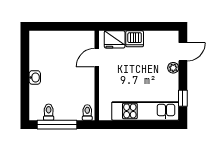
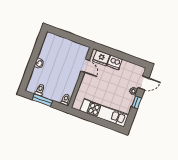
door: (97, 58) -> (85, 66), swing flipped
window: (183, 98) -> (136, 102), moved
window: (57, 125) -> (42, 100), width x0.69

